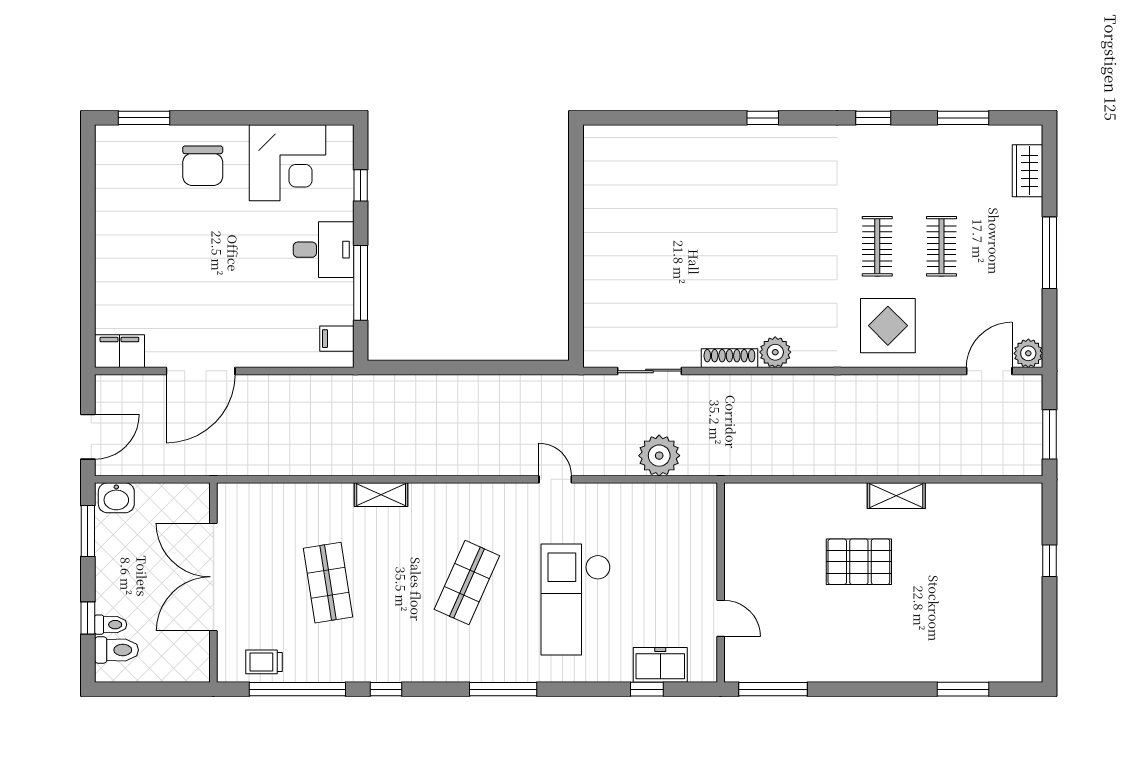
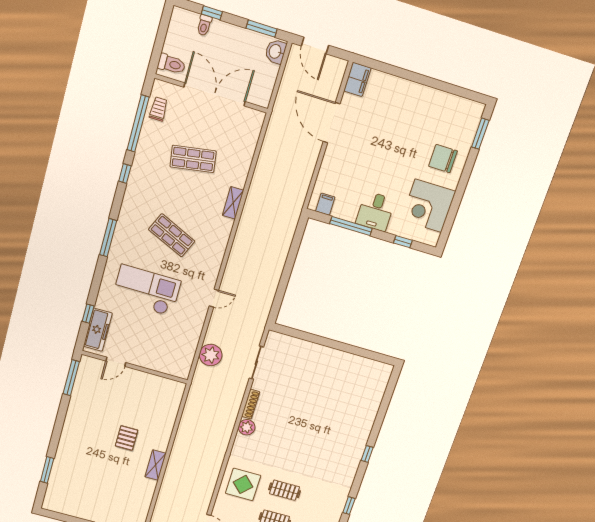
pallet: (859, 562) -> (127, 438), width x0.67, depth x0.71
toilet: (117, 650) -> (171, 64), moved, turned -90
freezer: (660, 665) -> (98, 330), width x1.40

